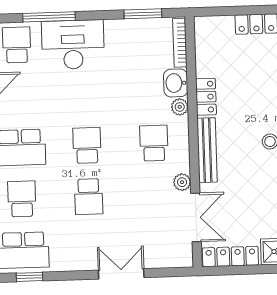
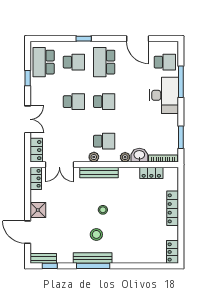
locker: (206, 97) -> (151, 173), moved
plant: (182, 182) -> (94, 157), moved
school desk: (89, 197) -> (74, 102), turned 180
locker: (230, 256) -> (36, 178), width x0.66
locker: (173, 258) -> (36, 150), added
window: (29, 277) -> (28, 78), moved

